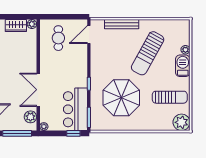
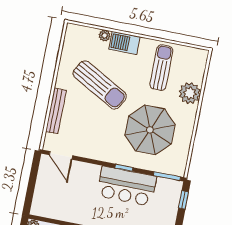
cafe table: (58, 38) -> (58, 195), removed
bar counter: (75, 109) -> (127, 186), moved
plant: (181, 122) -> (190, 93), moved

